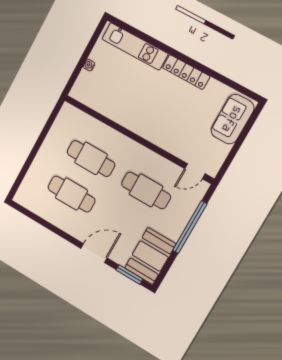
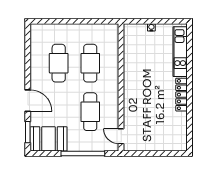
sofa: (232, 119) -> (168, 141), removed

